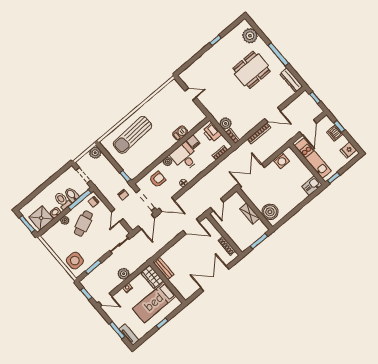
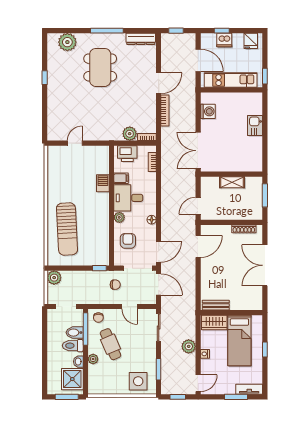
kitchen sink: (312, 186) -> (255, 126), moved
door: (217, 205) -> (198, 206), swing flipped
boiler: (270, 212) -> (246, 162), removed

